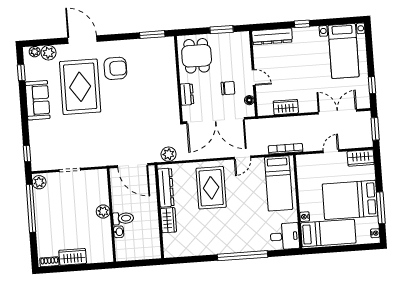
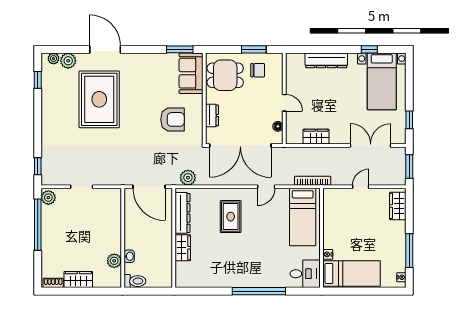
window: (302, 24) -> (369, 49), moved
dresser: (272, 36) -> (326, 60), moved
dining table: (197, 56) -> (225, 75), turned 90
armchair: (115, 68) -> (173, 119), moved
chair: (228, 88) -> (258, 70), moved
sofa: (38, 100) -> (191, 73), moved, turned 180
wardrobe: (361, 158) -> (398, 206), moved, turned 90
rug: (211, 188) -> (231, 217), width x0.73, depth x0.70
bed: (350, 200) -> (377, 240), removed
plant: (103, 211) -> (114, 261), moved
toilet: (123, 218) -> (135, 281), moved

